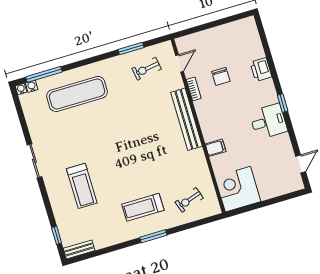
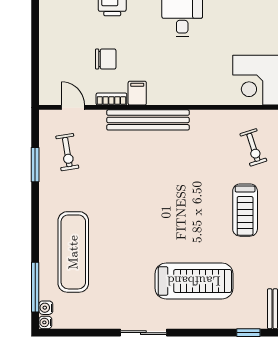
filing cabinet: (216, 148) -> (137, 93), moved
treadmill: (82, 186) -> (194, 281), width x1.37, depth x1.38

